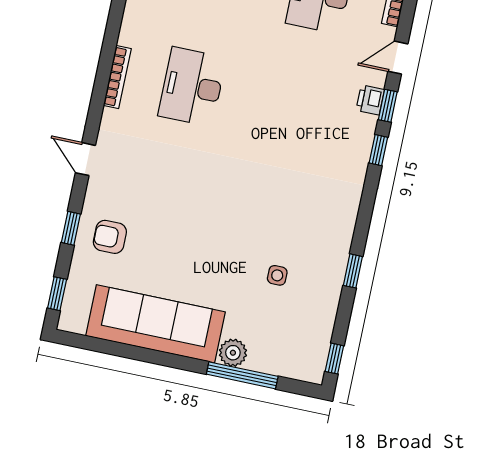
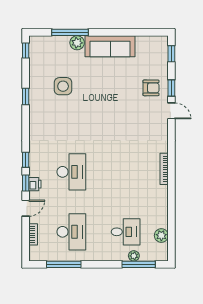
desk: (192, 87) -> (71, 172), moved
door: (85, 159) -> (171, 111), moved
side table: (277, 275) -> (63, 86), width x1.87, depth x1.87
sofa: (155, 324) -> (110, 46), width x0.74, depth x0.79

